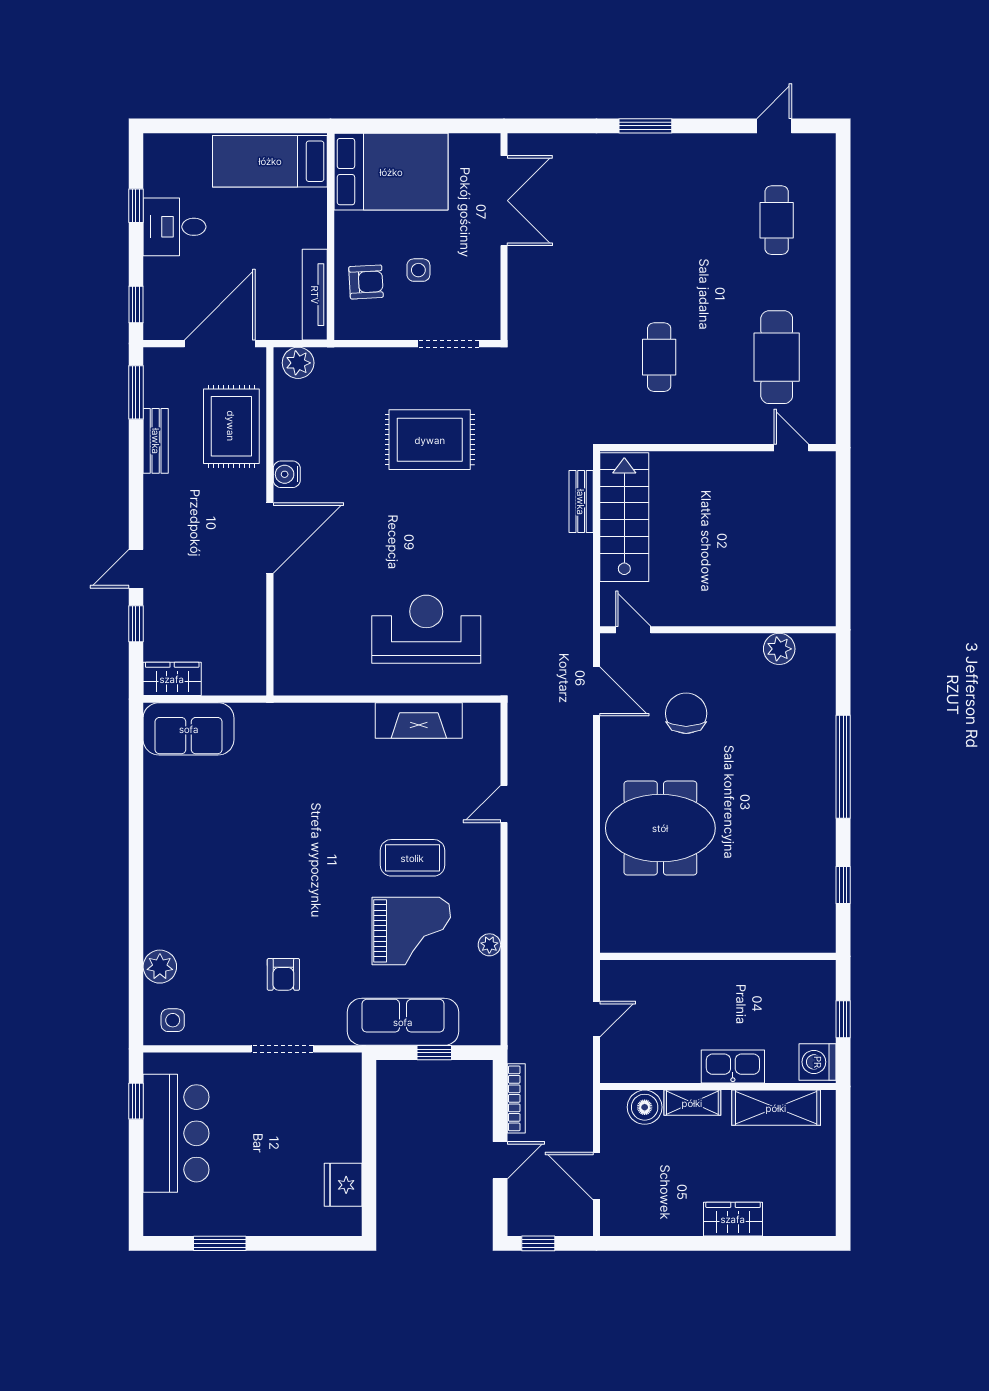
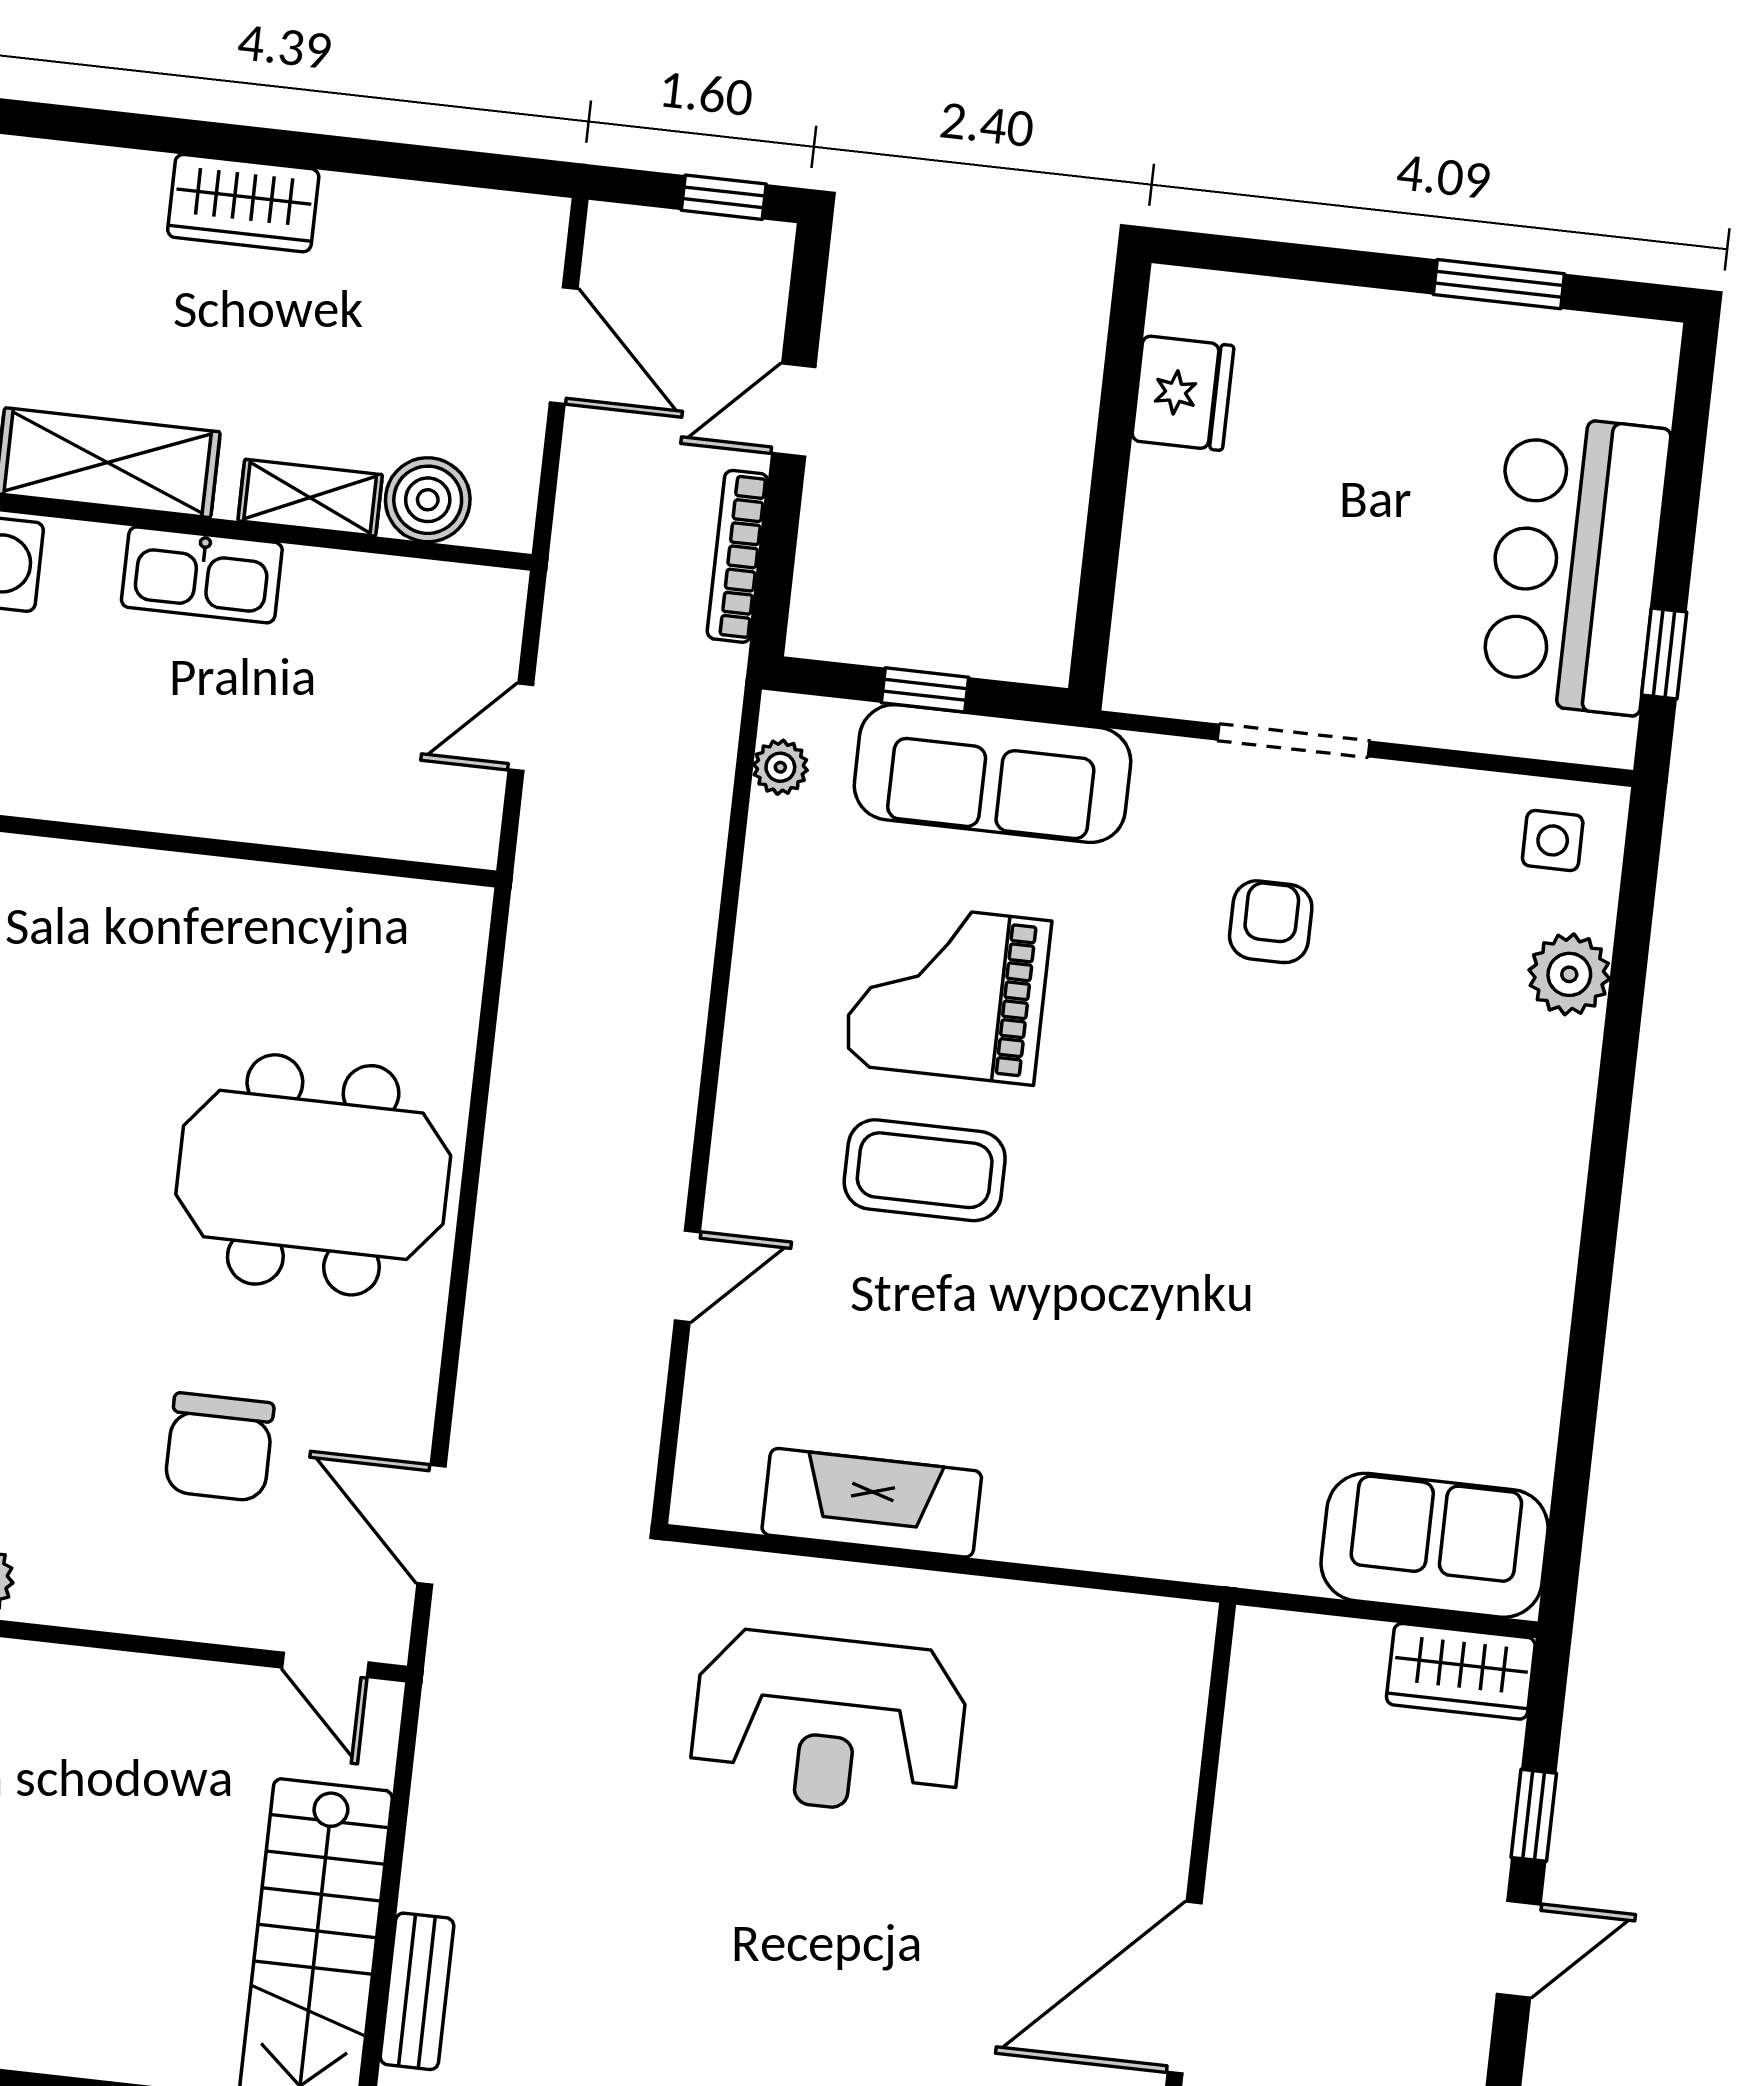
plant: (489, 945) -> (780, 767), moved

